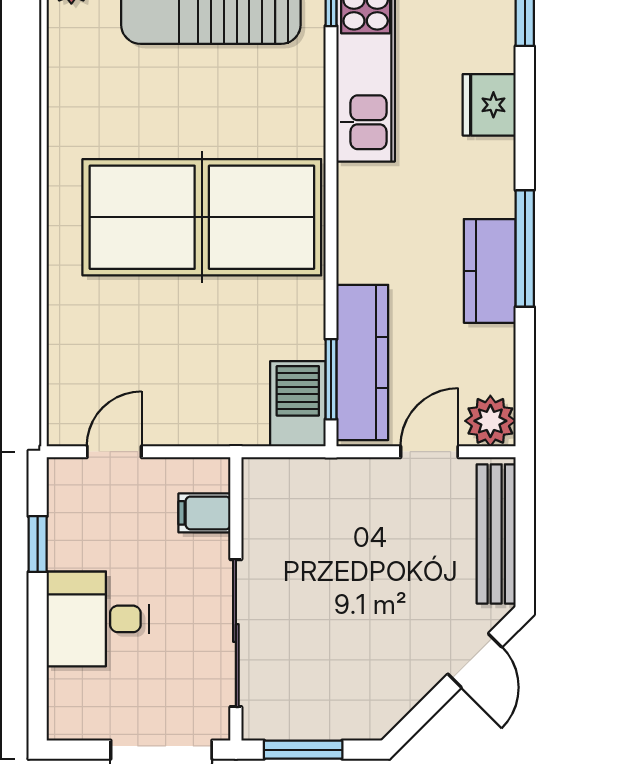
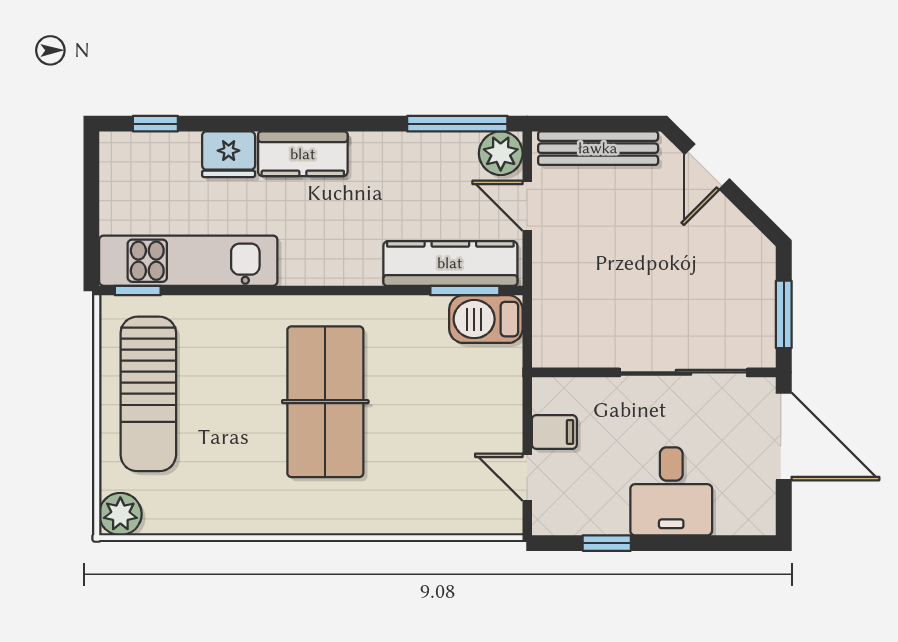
table tennis table: (202, 217) -> (325, 402), width x0.73, depth x0.76
window: (525, 248) -> (457, 124), moved
kitchen counter: (490, 271) -> (303, 154), moved
filing cabinet: (204, 513) -> (554, 432), moved, turned -90
door: (475, 660) -> (707, 167), swing flipped

